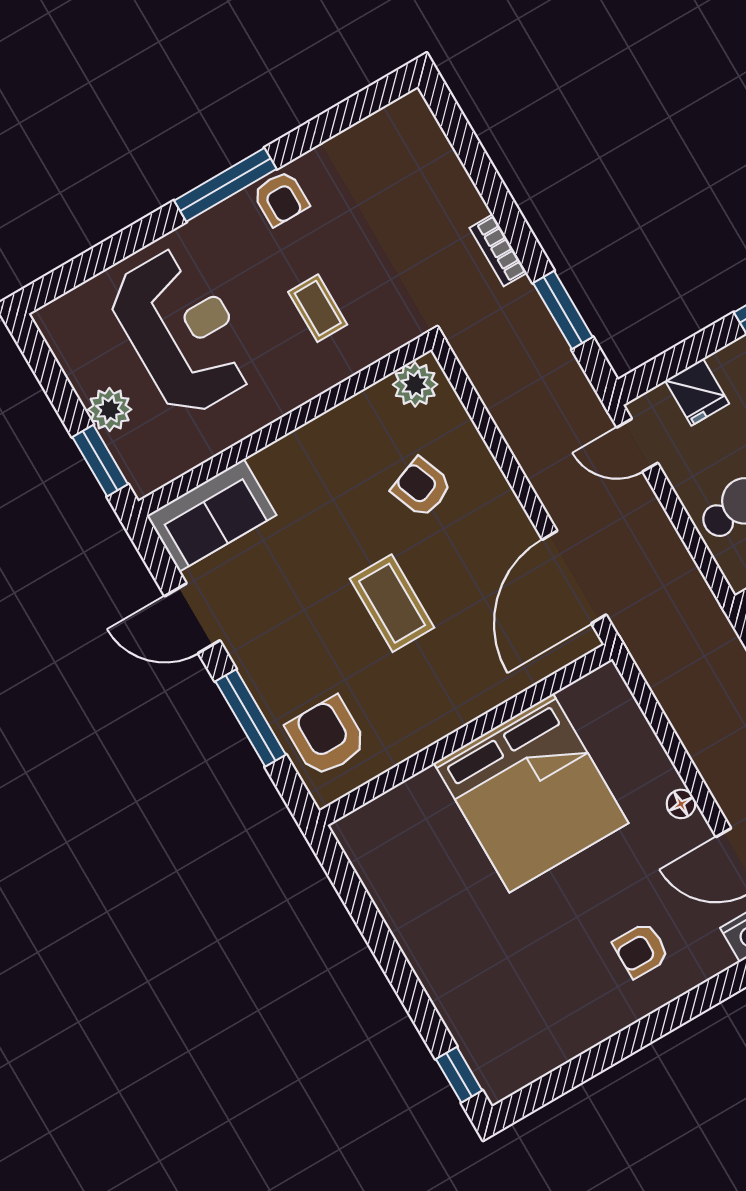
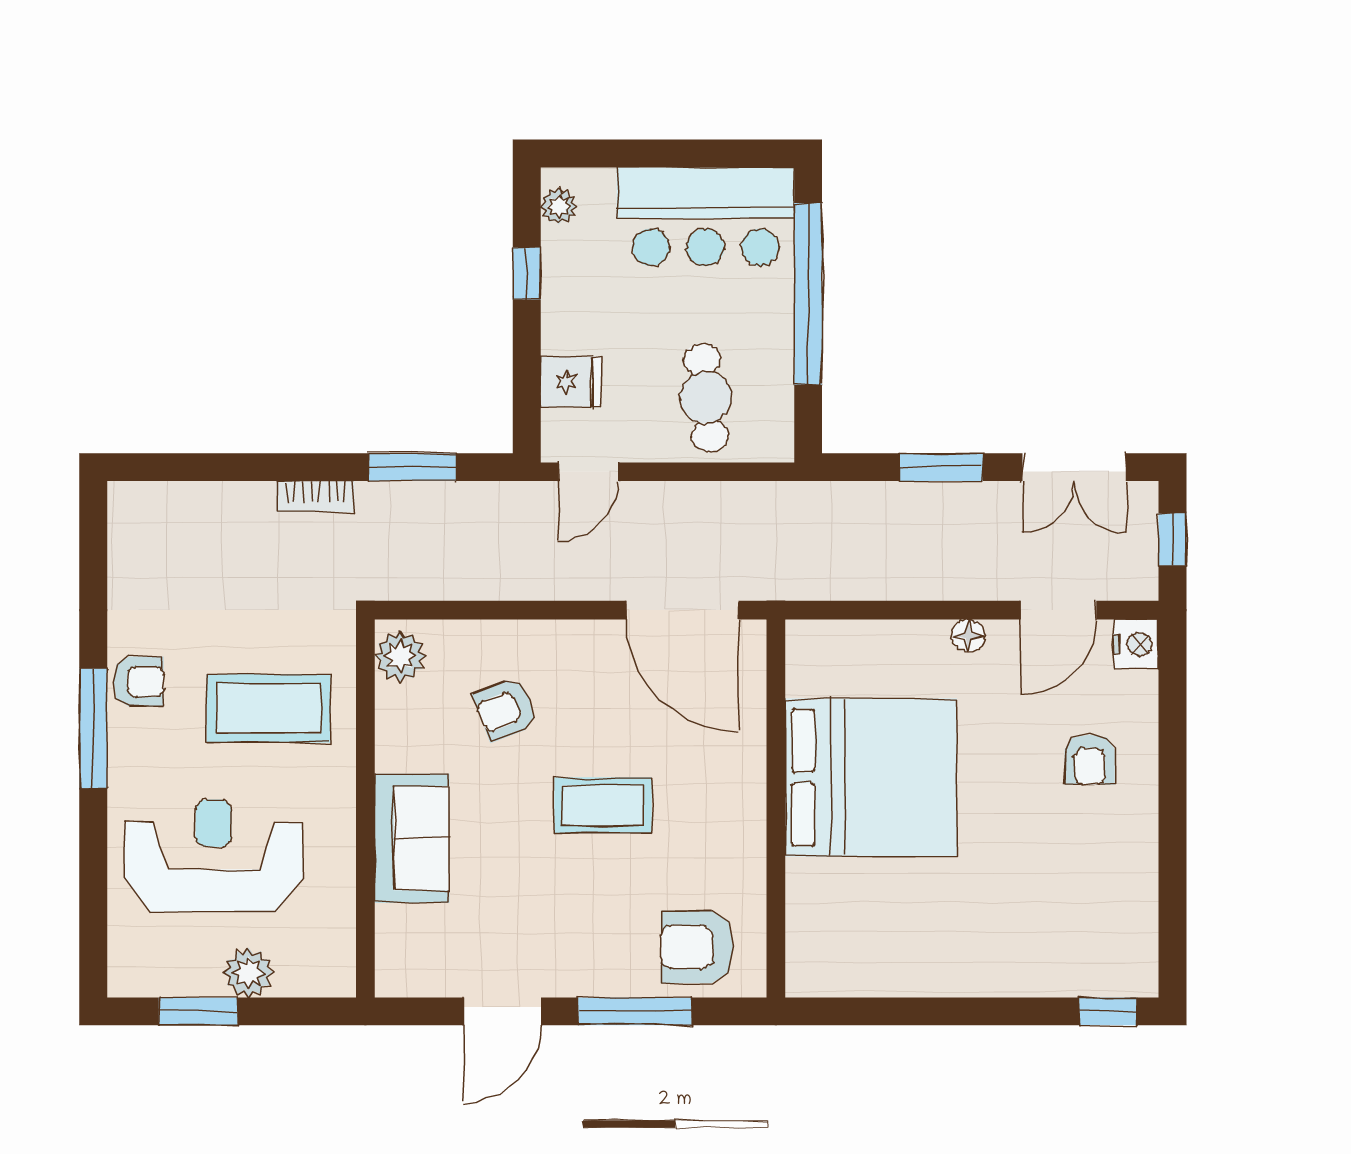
coffee table: (318, 308) -> (269, 708), width x1.86, depth x1.72
window: (100, 461) -> (198, 1011), moved
sofa: (211, 515) -> (412, 838), moved

